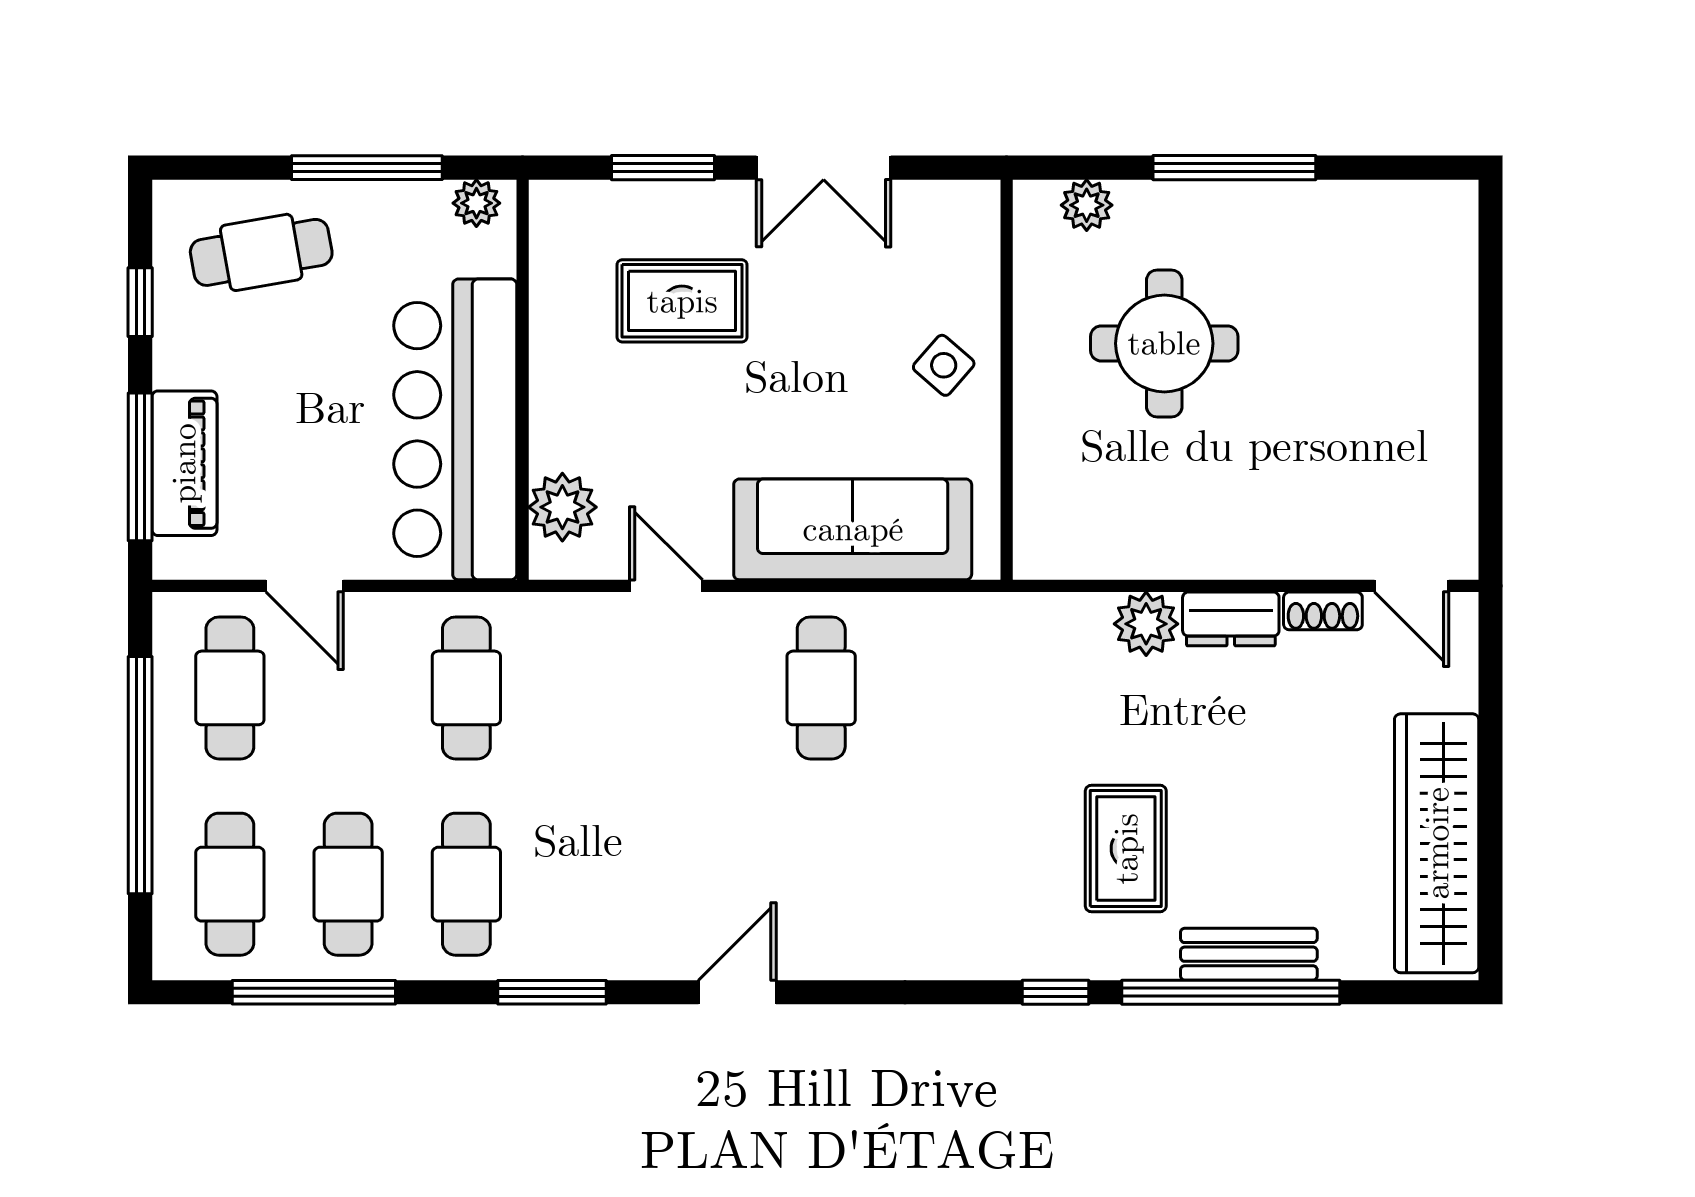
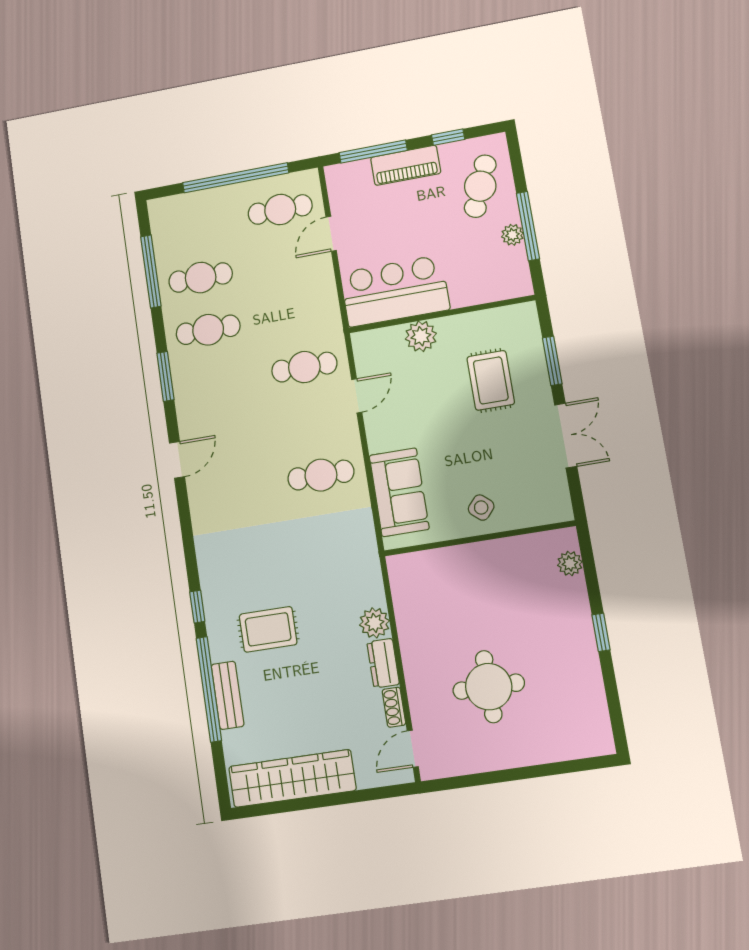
double door: (824, 168) -> (566, 436), swing flipped
window: (1234, 168) -> (601, 632), width x0.46
plant: (476, 203) -> (512, 235), moved
cafe table: (261, 252) -> (480, 186), turned 32
round table: (1164, 343) -> (489, 687), moved
bar counter: (455, 429) -> (395, 291), width x0.73
piano: (184, 463) -> (406, 165), moved
plant: (562, 507) -> (421, 336), moved
sofa: (853, 529) -> (399, 492), width x0.73
cafe table: (466, 688) -> (304, 367), moved
cafe table: (230, 884) -> (193, 226), removed
door: (737, 992) -> (177, 460), hinge flipped

